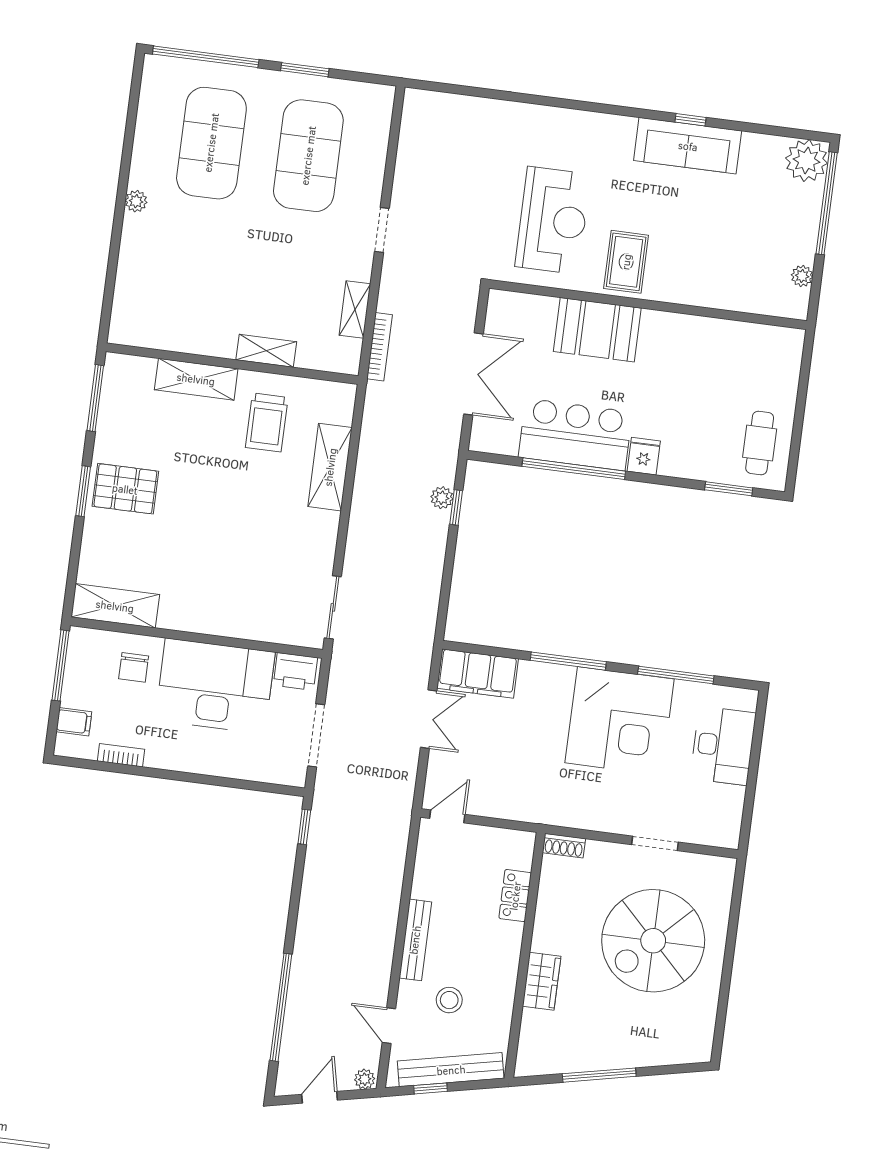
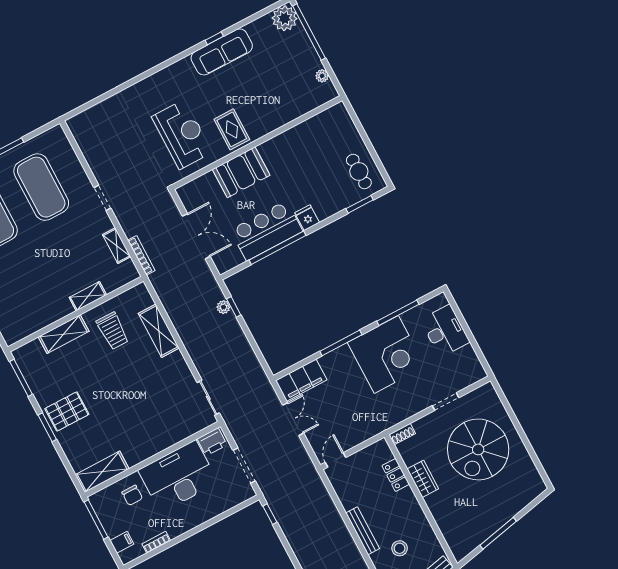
wardrobe: (542, 981) -> (423, 479), moved

